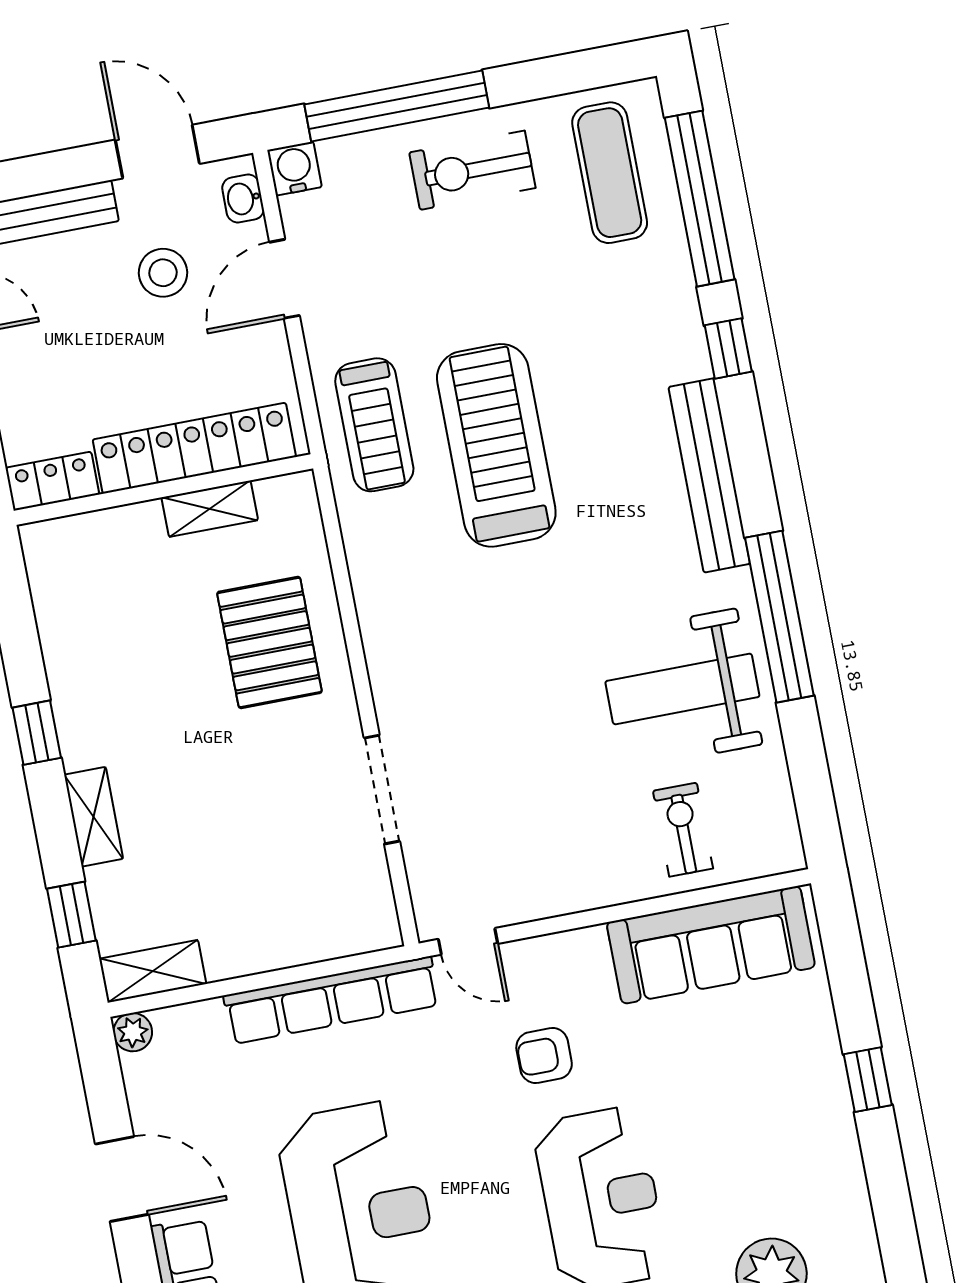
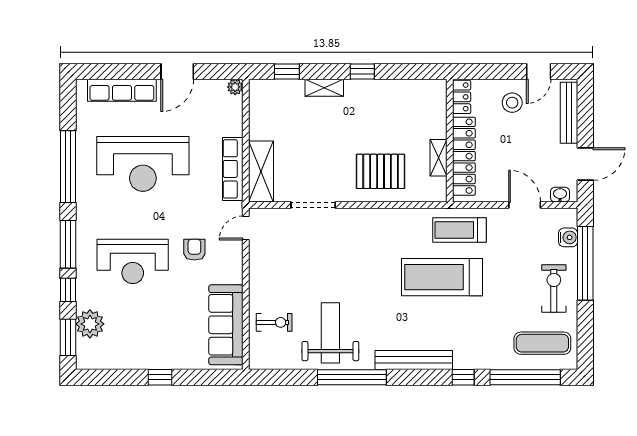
water cooler: (294, 169) -> (568, 237), moved
stool: (163, 273) -> (512, 103), moved
treadmill: (496, 445) -> (442, 277), turned 180
shelving: (153, 971) -> (261, 172), moved, width x1.50, depth x1.33
row of seats: (332, 1000) -> (233, 169), width x0.73

